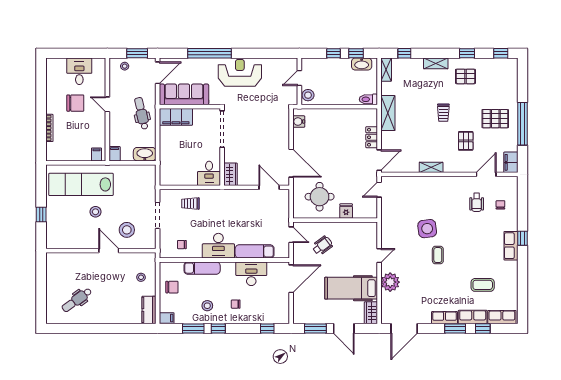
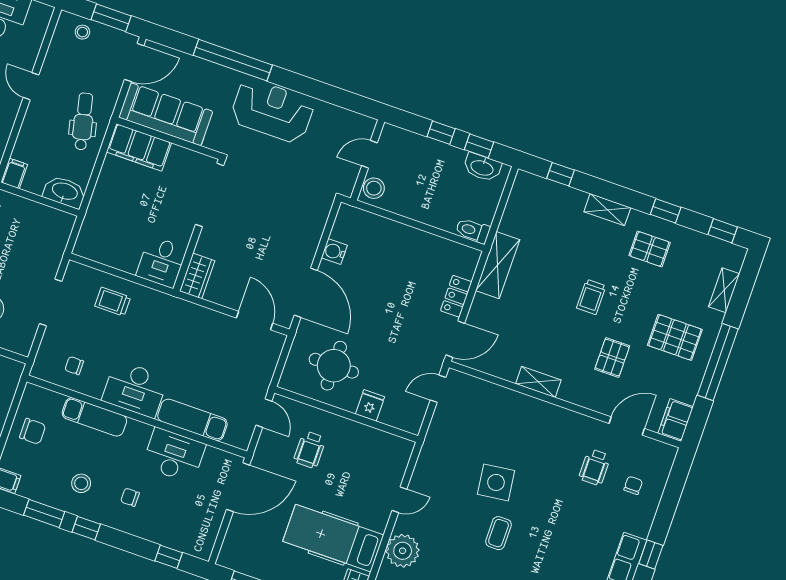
shelving: (386, 70) -> (724, 290), moved
water cooler: (299, 122) -> (334, 252), moved
wheelchair: (322, 246) -> (310, 450), turned 127

